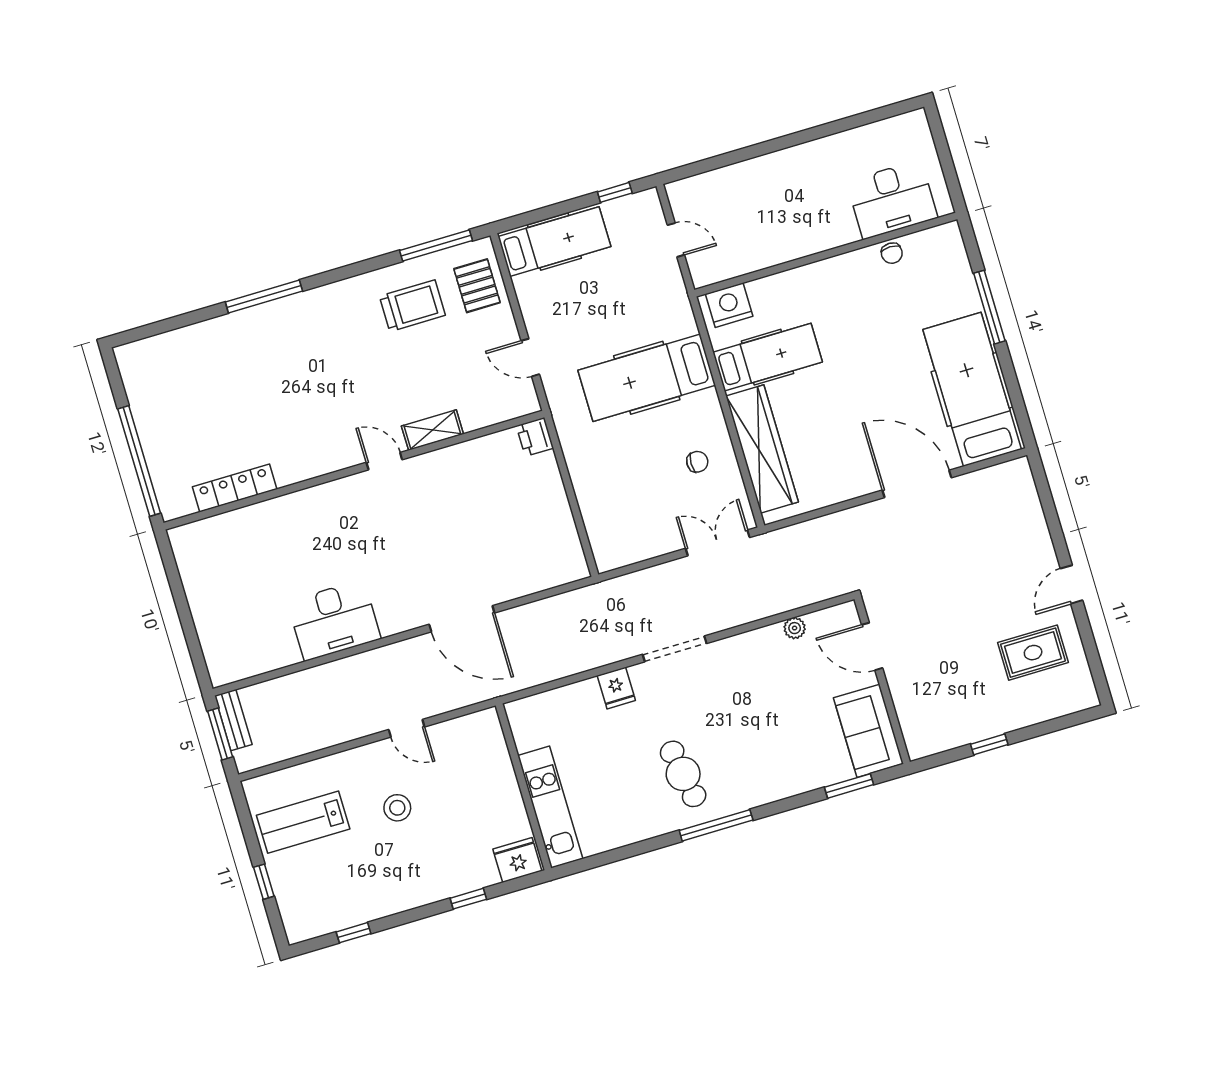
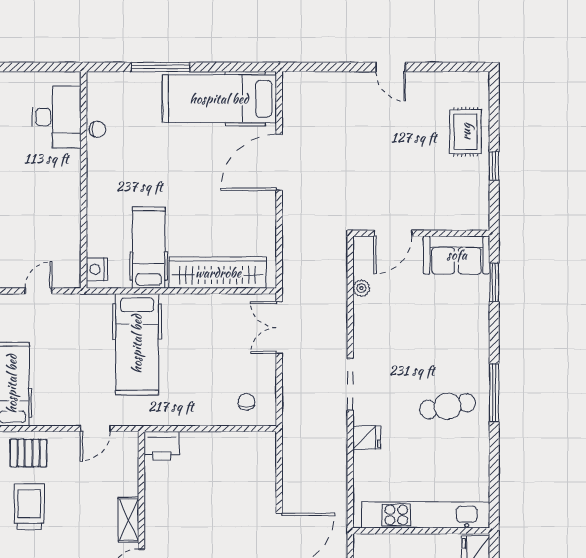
nightstand: (729, 305) -> (97, 269), width x0.74, depth x0.75
printer: (535, 437) -> (162, 446), width x1.36, depth x1.24
chair: (697, 462) -> (246, 402), moved
rug: (1033, 653) -> (466, 132), moved
kitchen unit: (550, 807) -> (426, 515), width x1.36

